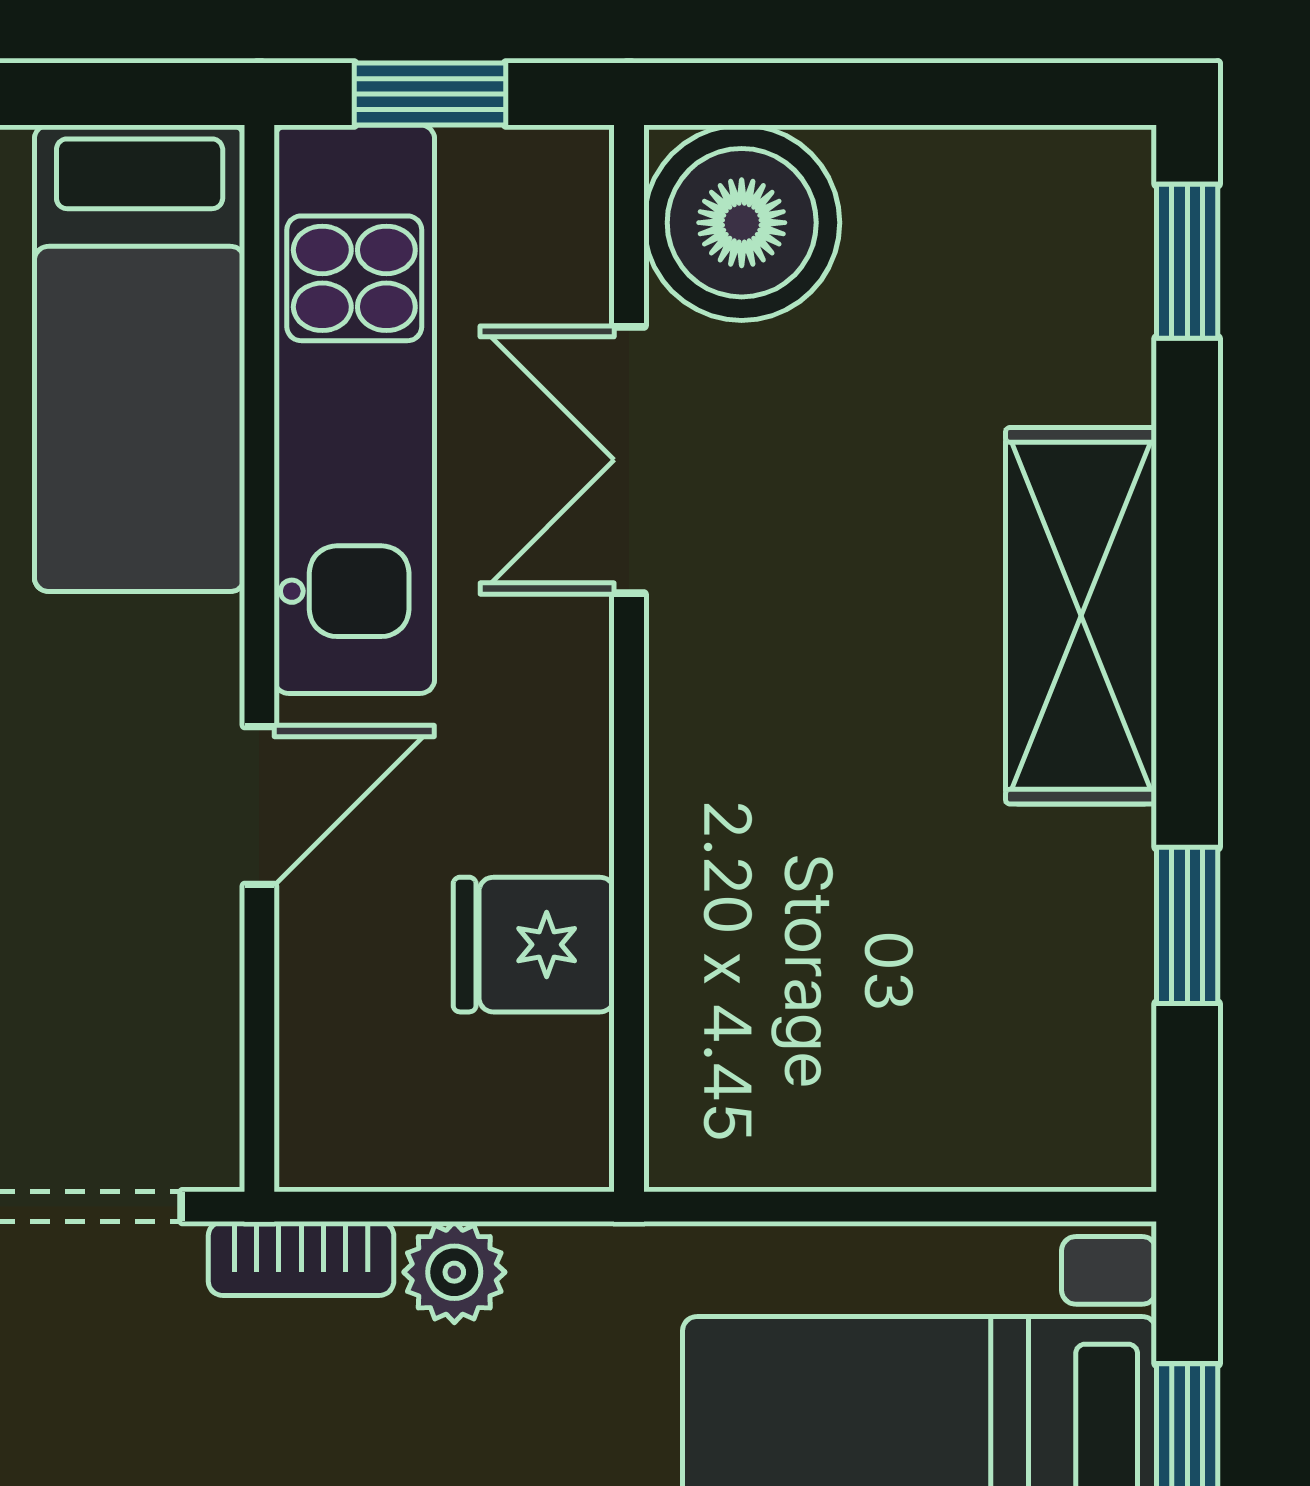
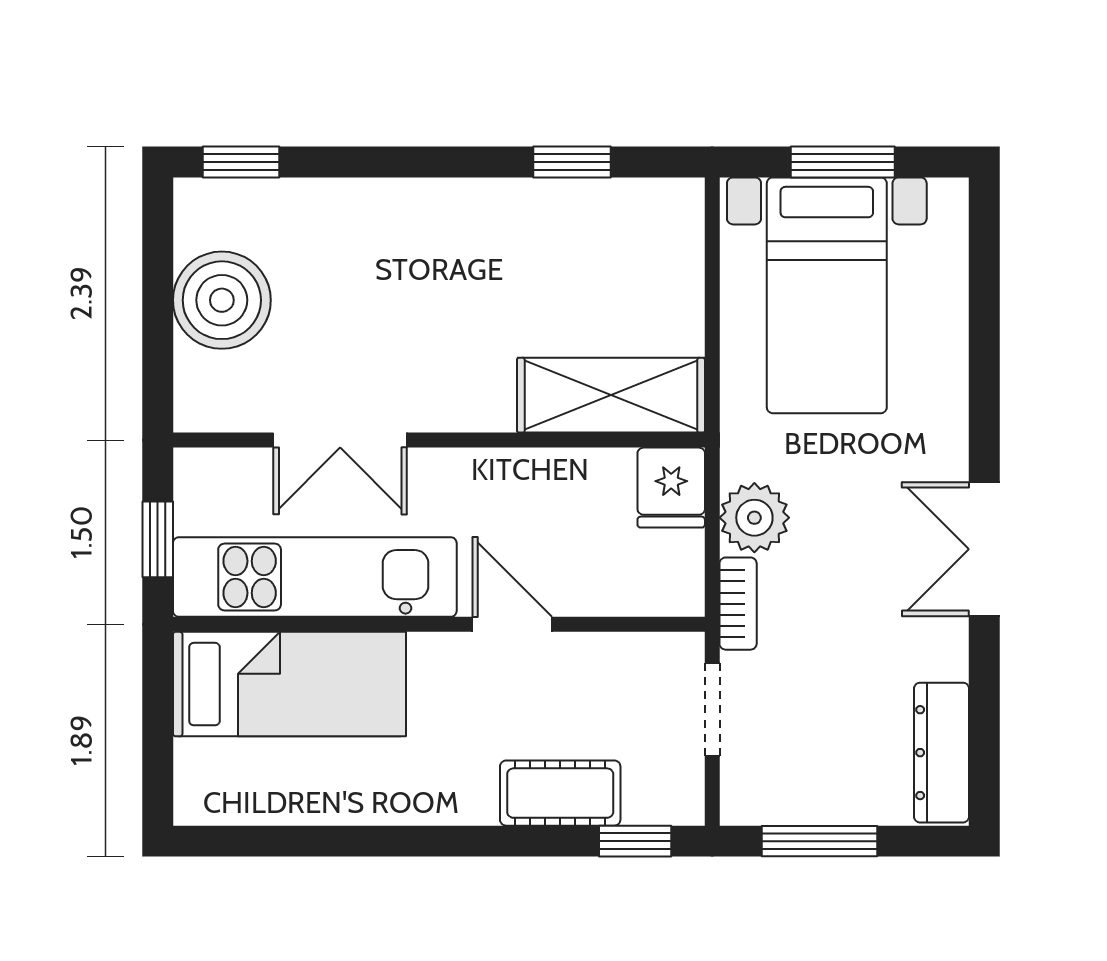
boiler: (742, 223) -> (222, 300), moved
shelving: (1081, 616) -> (611, 395), moved
fridge: (534, 945) -> (671, 488), moved
plant: (454, 1272) -> (754, 518), width x1.38, depth x1.38

